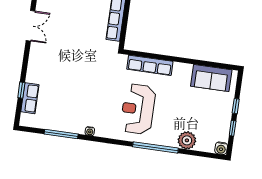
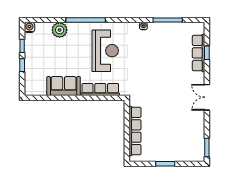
double door: (31, 26) -> (207, 97), moved
sofa: (211, 78) -> (64, 86), moved
row of seats: (30, 98) -> (199, 53), width x1.48

